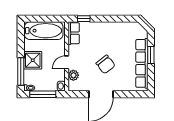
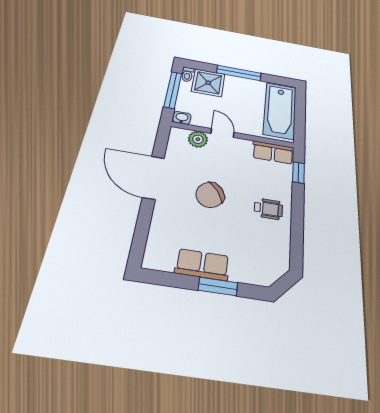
wheelchair: (108, 34) -> (268, 209), added
shower: (33, 60) -> (208, 83), moved
row of seats: (142, 63) -> (202, 265), width x0.50
window: (21, 71) -> (239, 73), moved

